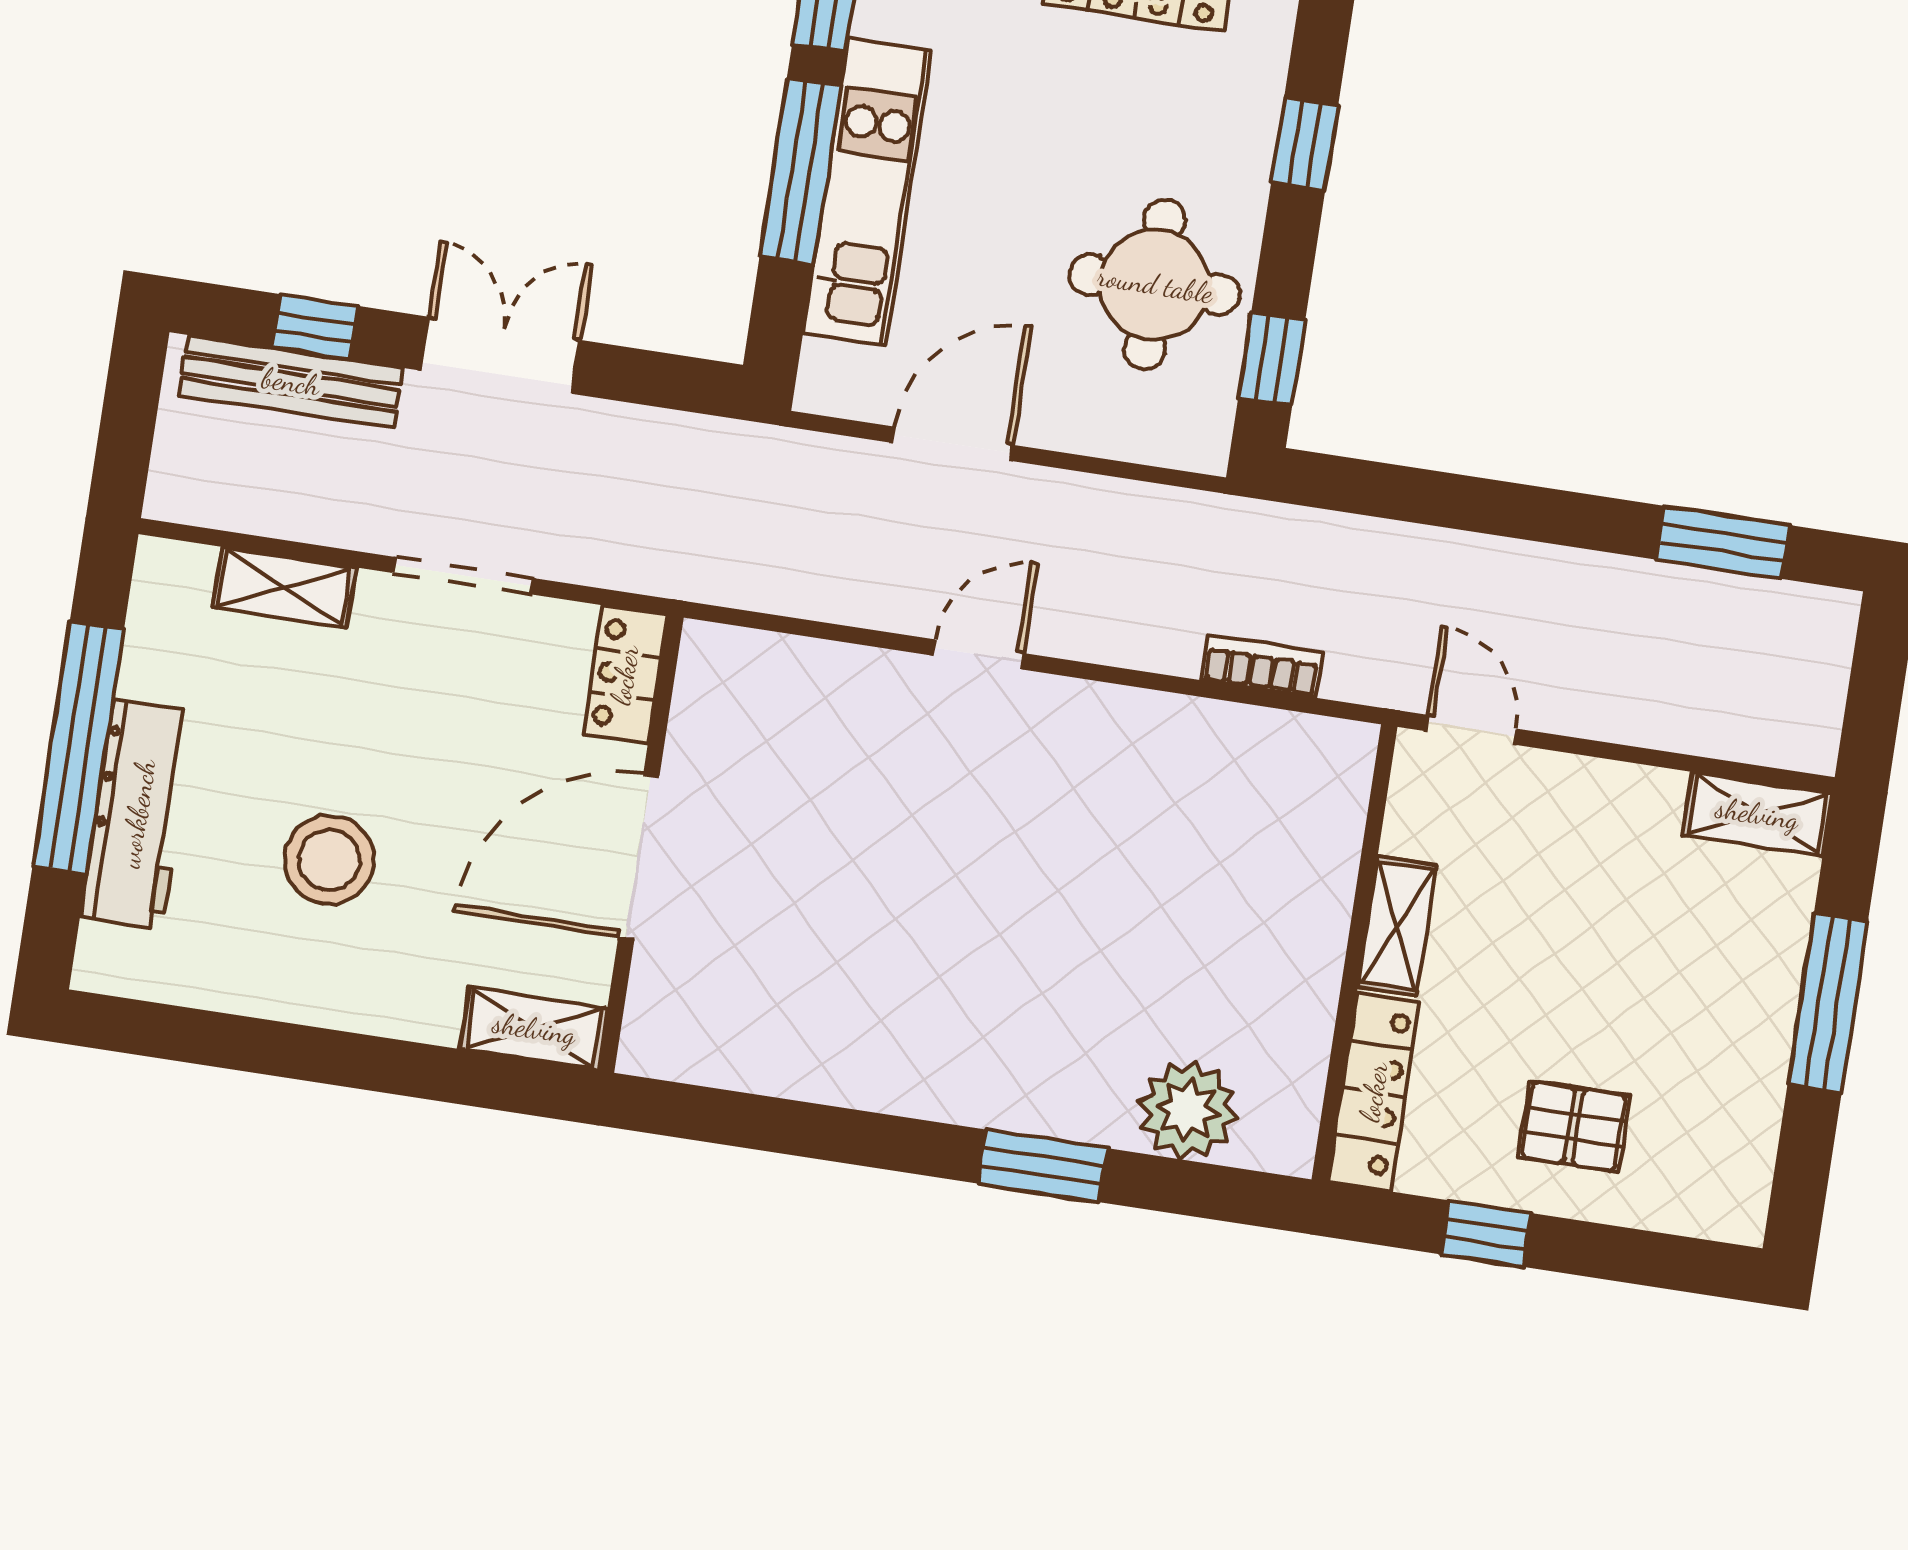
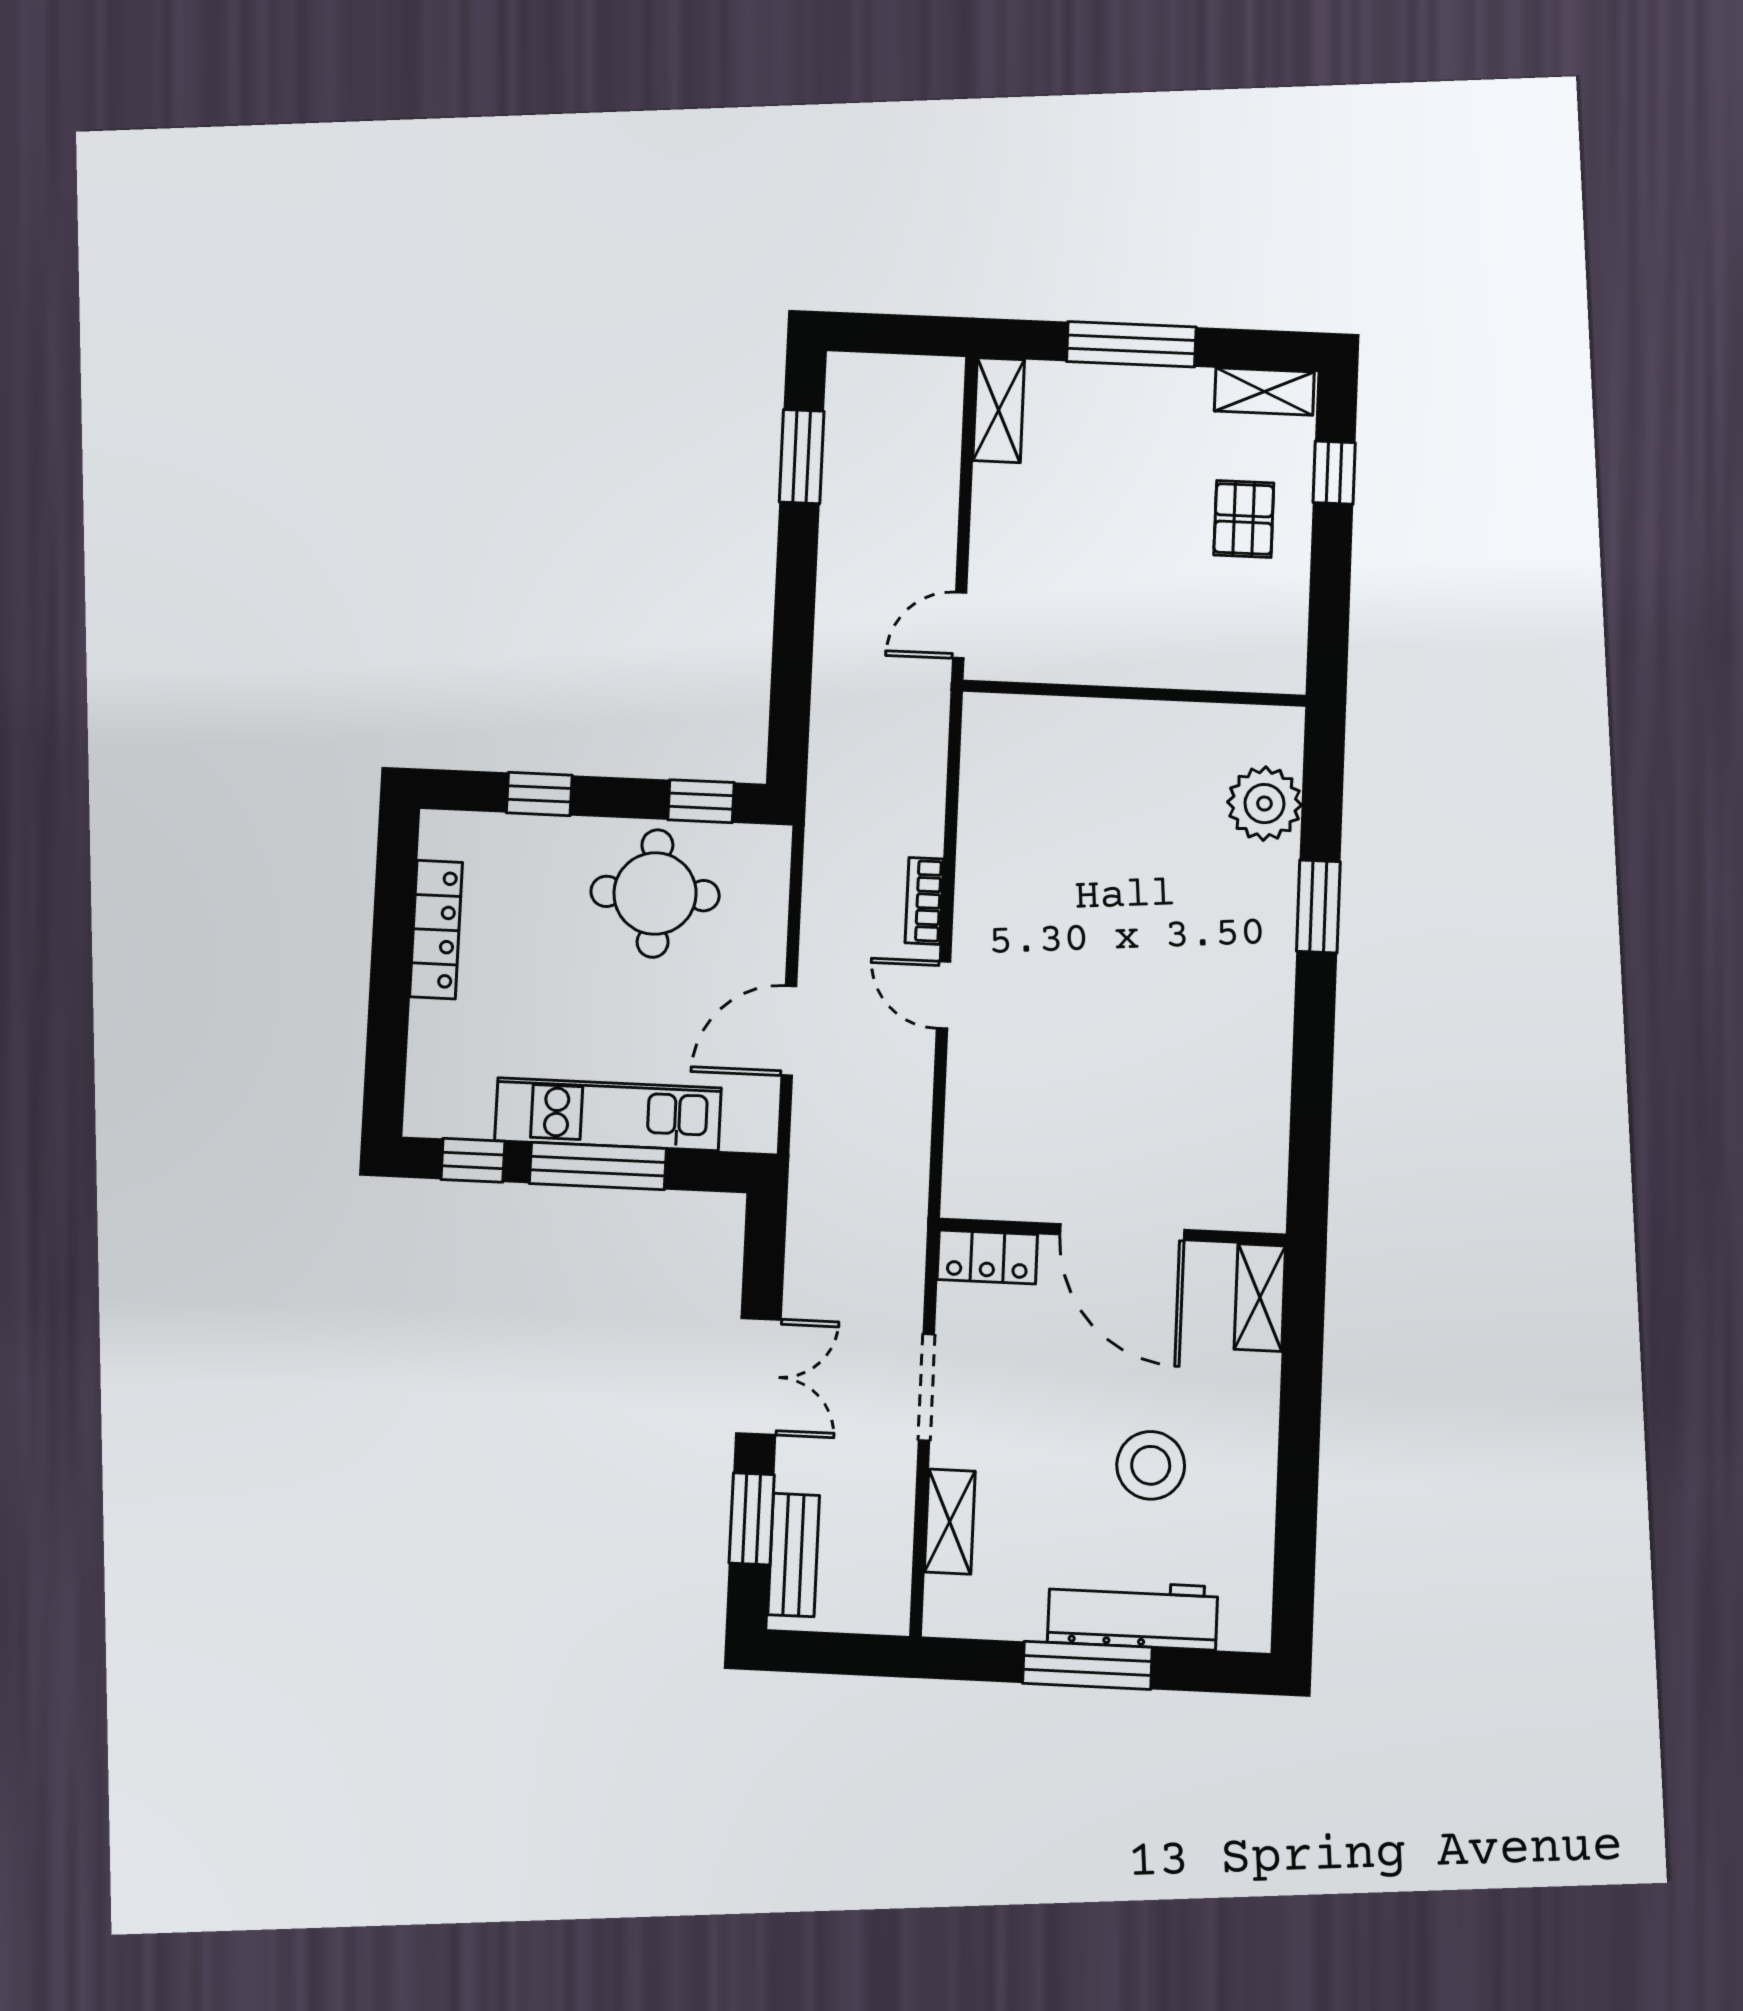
window: (315, 327) -> (752, 1519), width x1.50
double door: (500, 355) -> (758, 1376), swing flipped
bench: (291, 382) -> (794, 1555), width x0.73
door: (952, 444) -> (789, 1031), hinge flipped
bookcase: (1262, 666) -> (924, 901), moved
window: (78, 748) -> (1087, 1665), width x0.68
shelving: (1397, 926) -> (1264, 392), moved
locker: (1374, 1092) -> (1235, 668), removed
window: (1486, 1234) -> (1334, 473), moved

